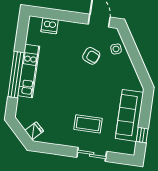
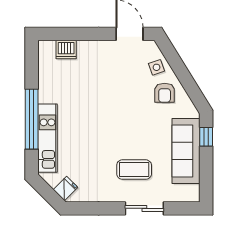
armchair: (91, 56) -> (165, 93), moved, turned 67
kitchen unit: (29, 71) -> (47, 138), moved
window: (142, 135) -> (206, 137), moved

